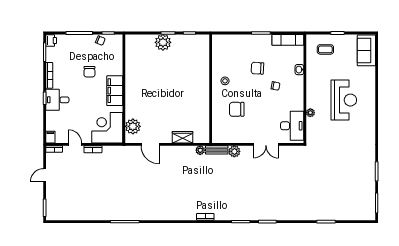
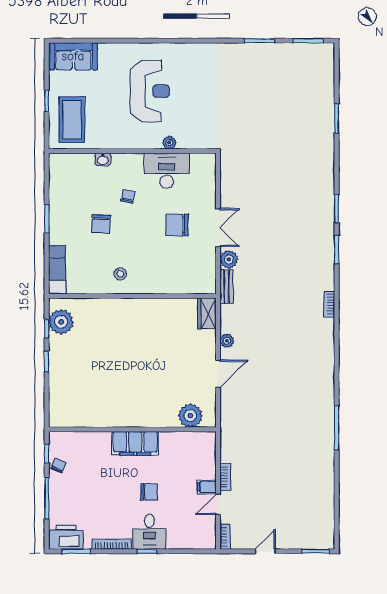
printer: (51, 40) -> (66, 537), width x1.87, depth x1.48
exam couch: (288, 40) -> (57, 270), moved
plant: (163, 42) -> (61, 322), moved
coffee table: (325, 49) -> (72, 120), width x1.86, depth x1.72
chair: (89, 72) -> (149, 492), moved
reception desk: (344, 100) -> (150, 91), turned 90
chair: (237, 109) -> (177, 225), moved, turned 90
desk: (292, 126) -> (167, 171), moved
corner desk: (107, 128) -> (192, 455), removed
filing cabinet: (50, 137) -> (207, 487), moved
wardrobe: (182, 137) -> (207, 314), moved
door: (150, 144) -> (218, 374), moved
double door: (266, 144) -> (218, 228), moved
plant: (200, 150) -> (227, 341), moved
door: (45, 175) -> (265, 551), swing flipped

